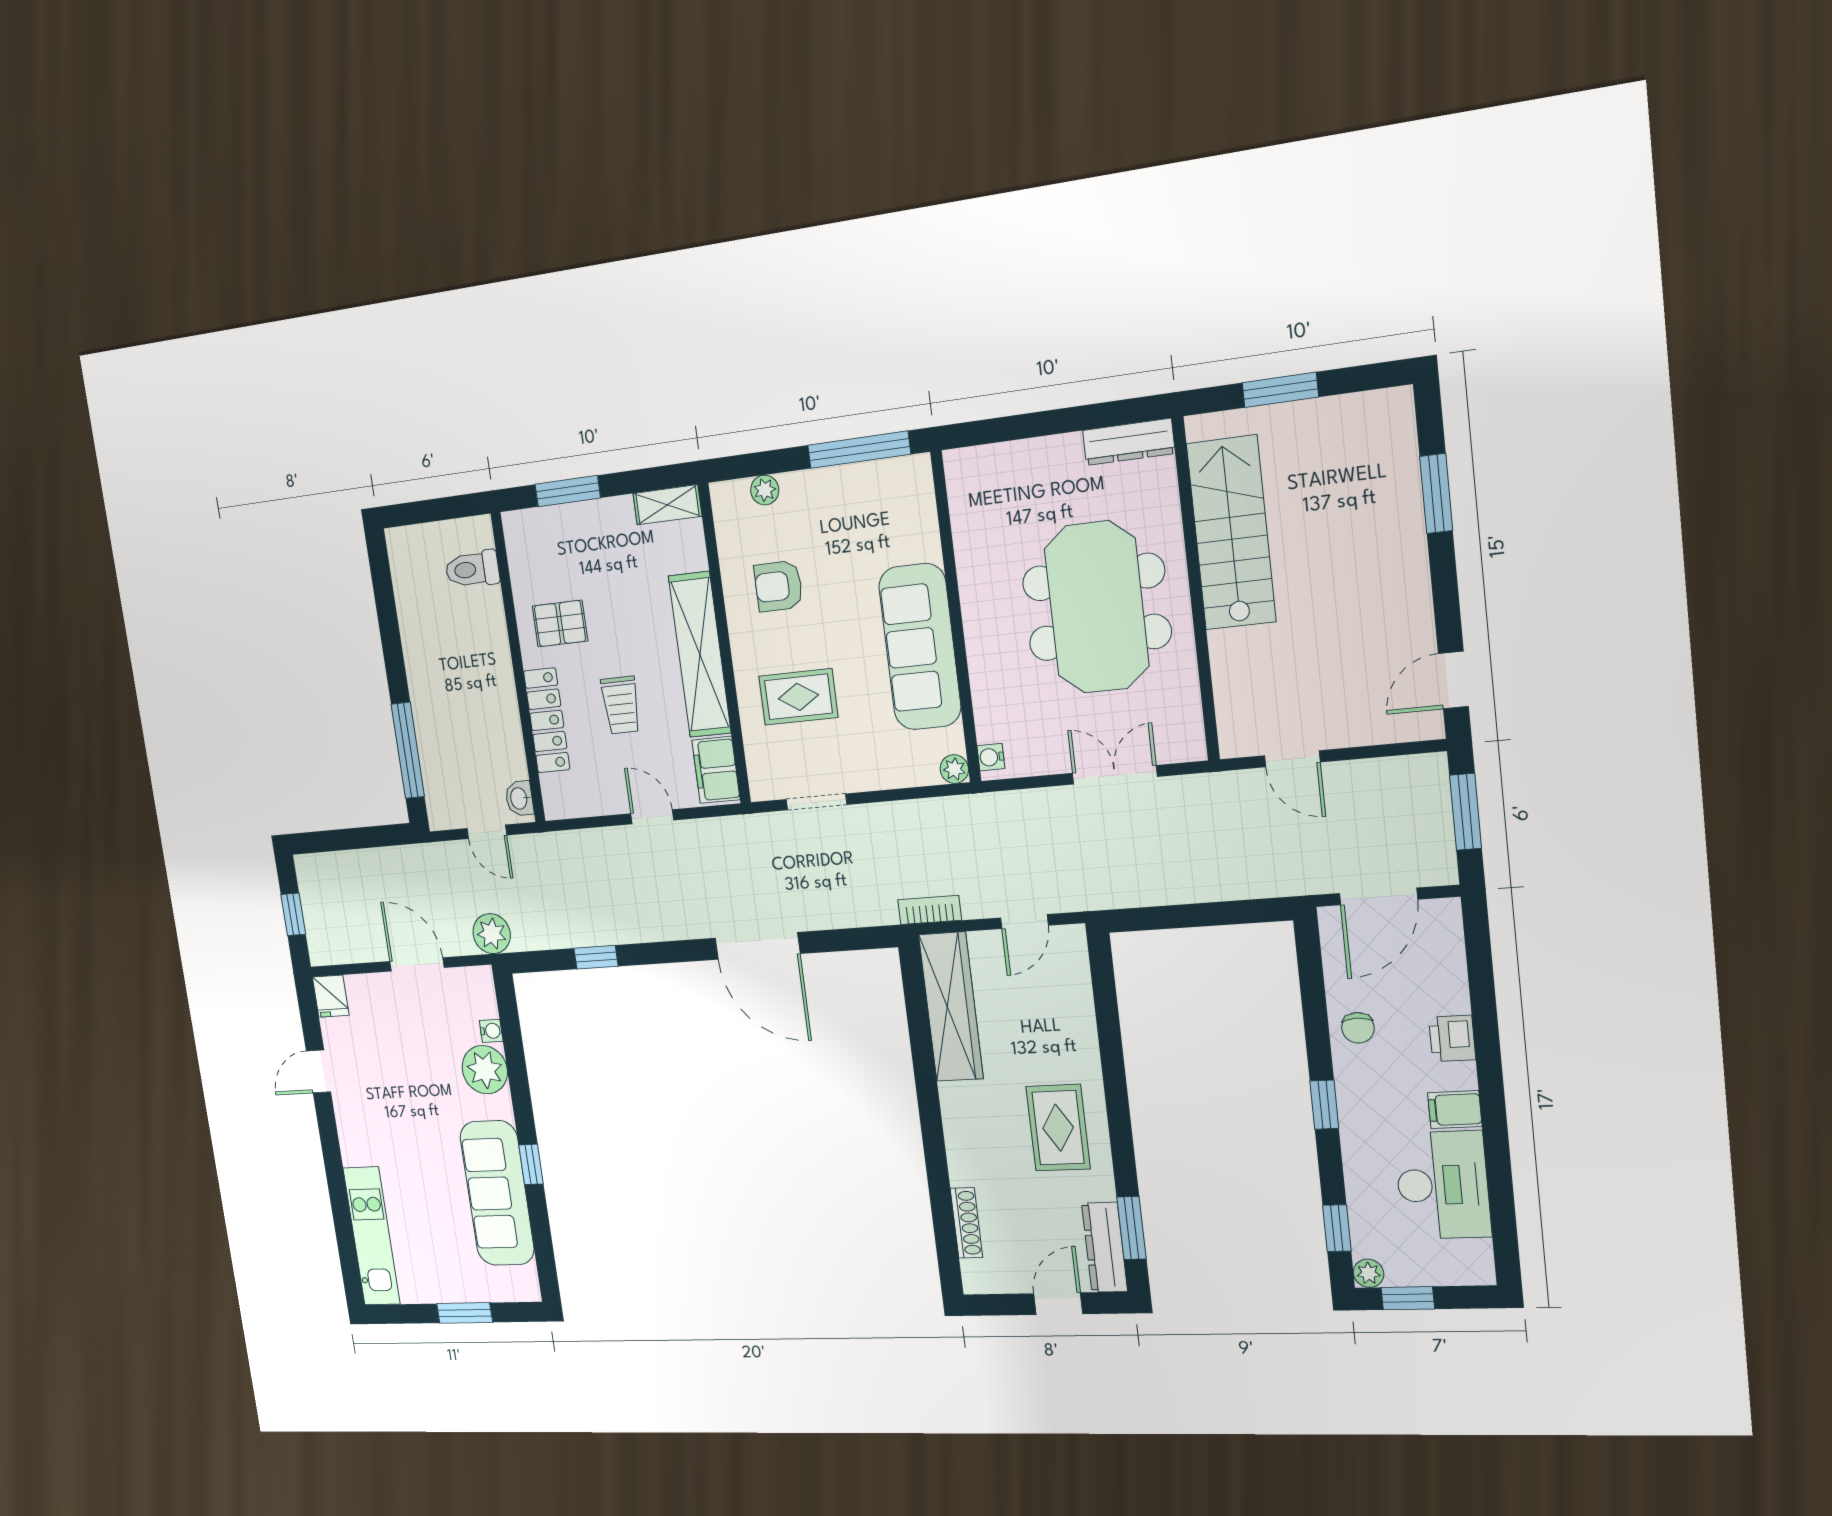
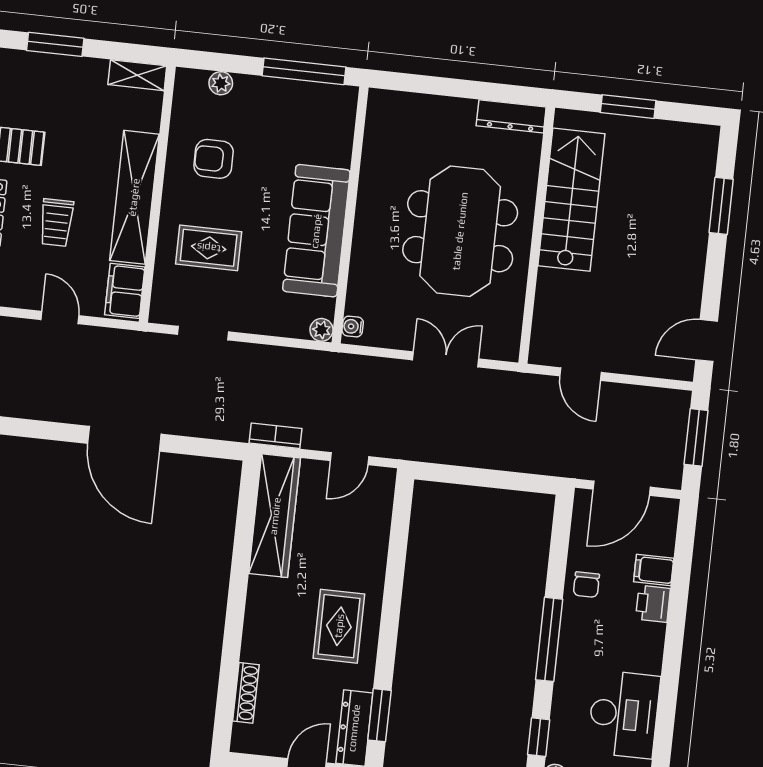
window: (1324, 1105) -> (549, 639), width x2.17
filing cabinet: (1455, 1110) -> (654, 570), moved

